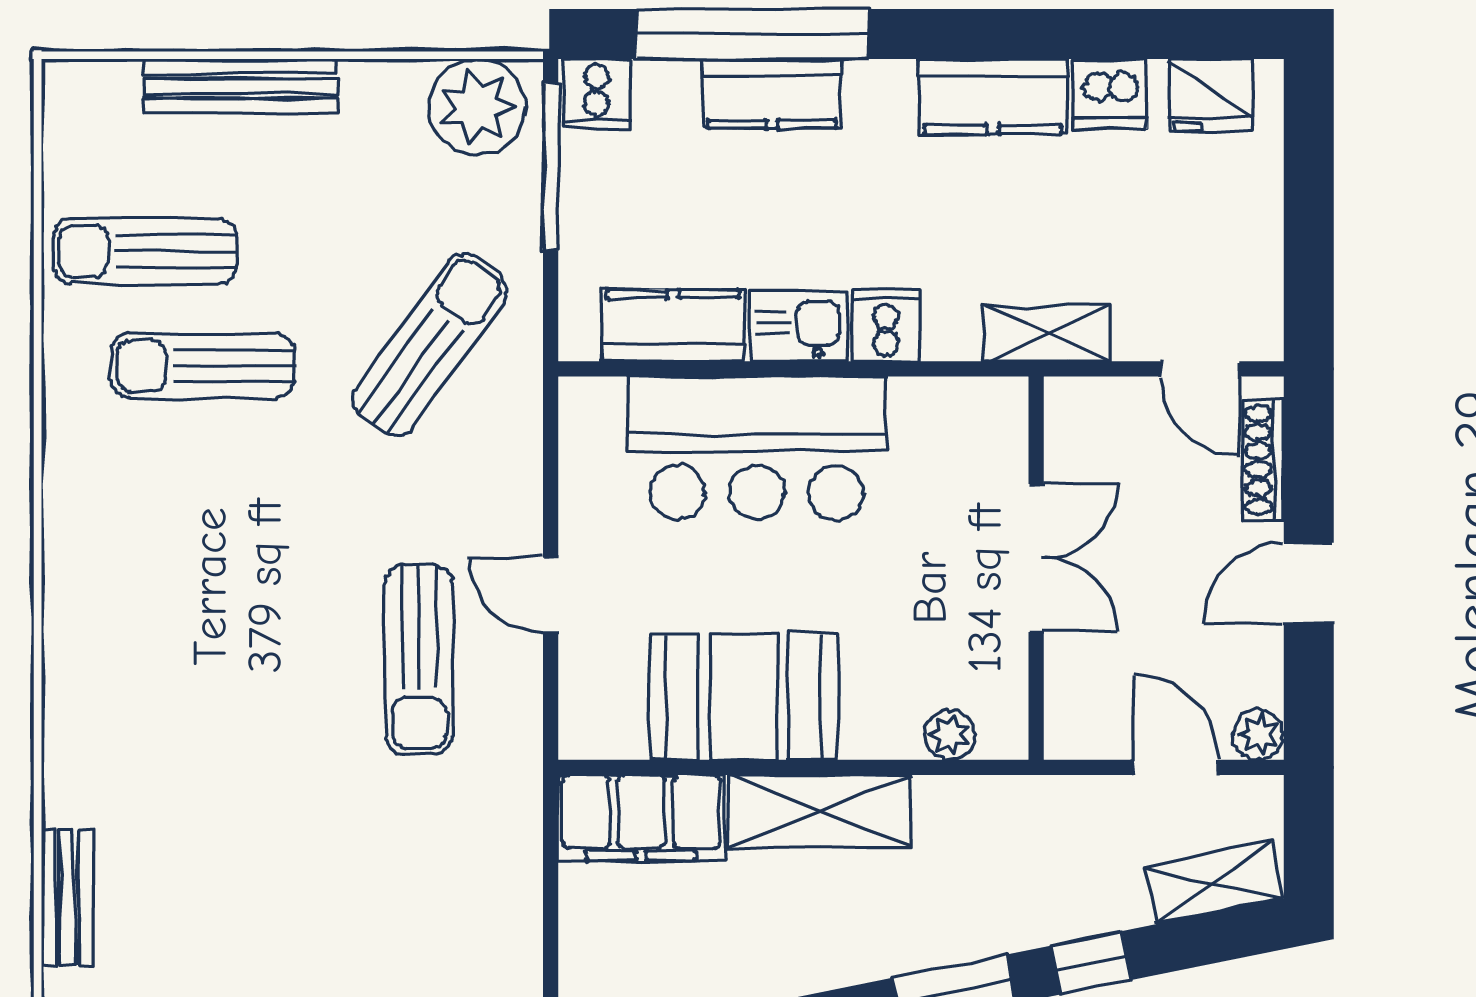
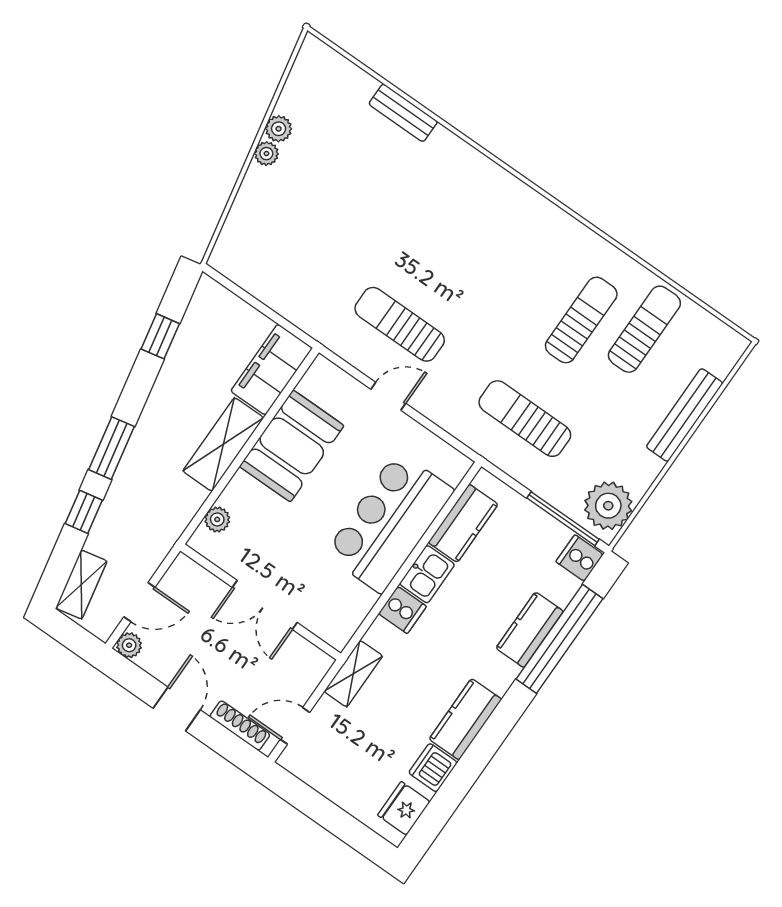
sun lounger: (430, 345) -> (525, 419), turned 144

